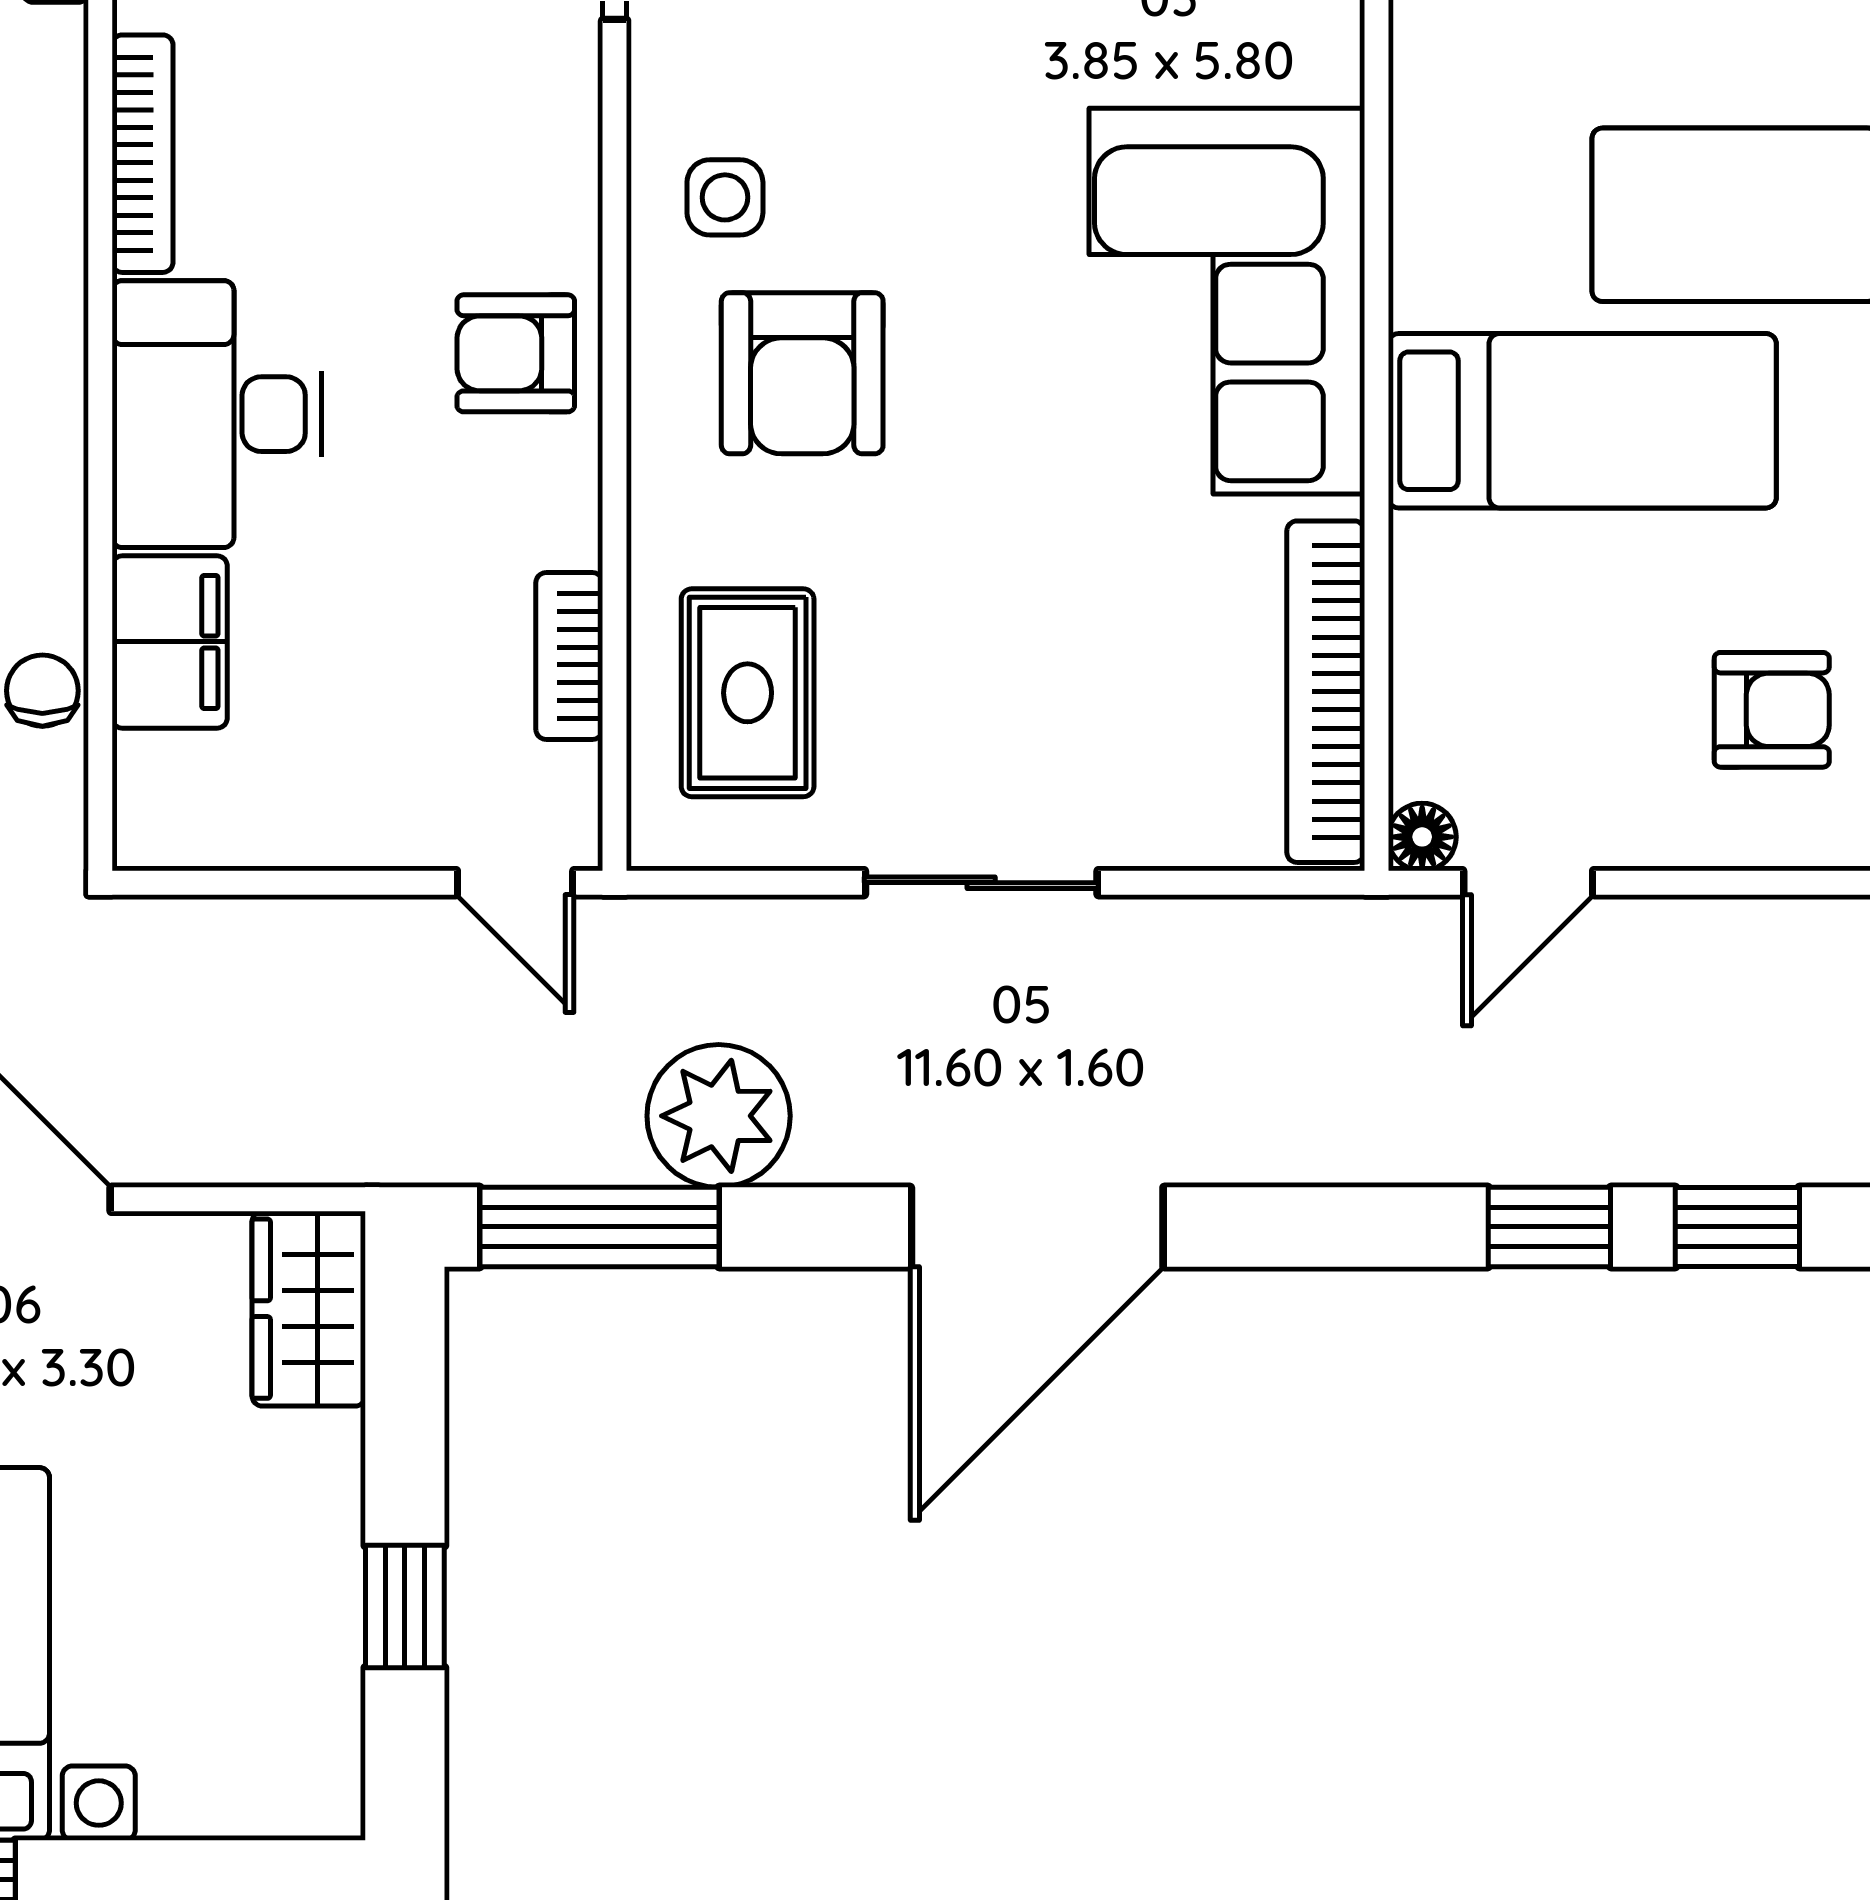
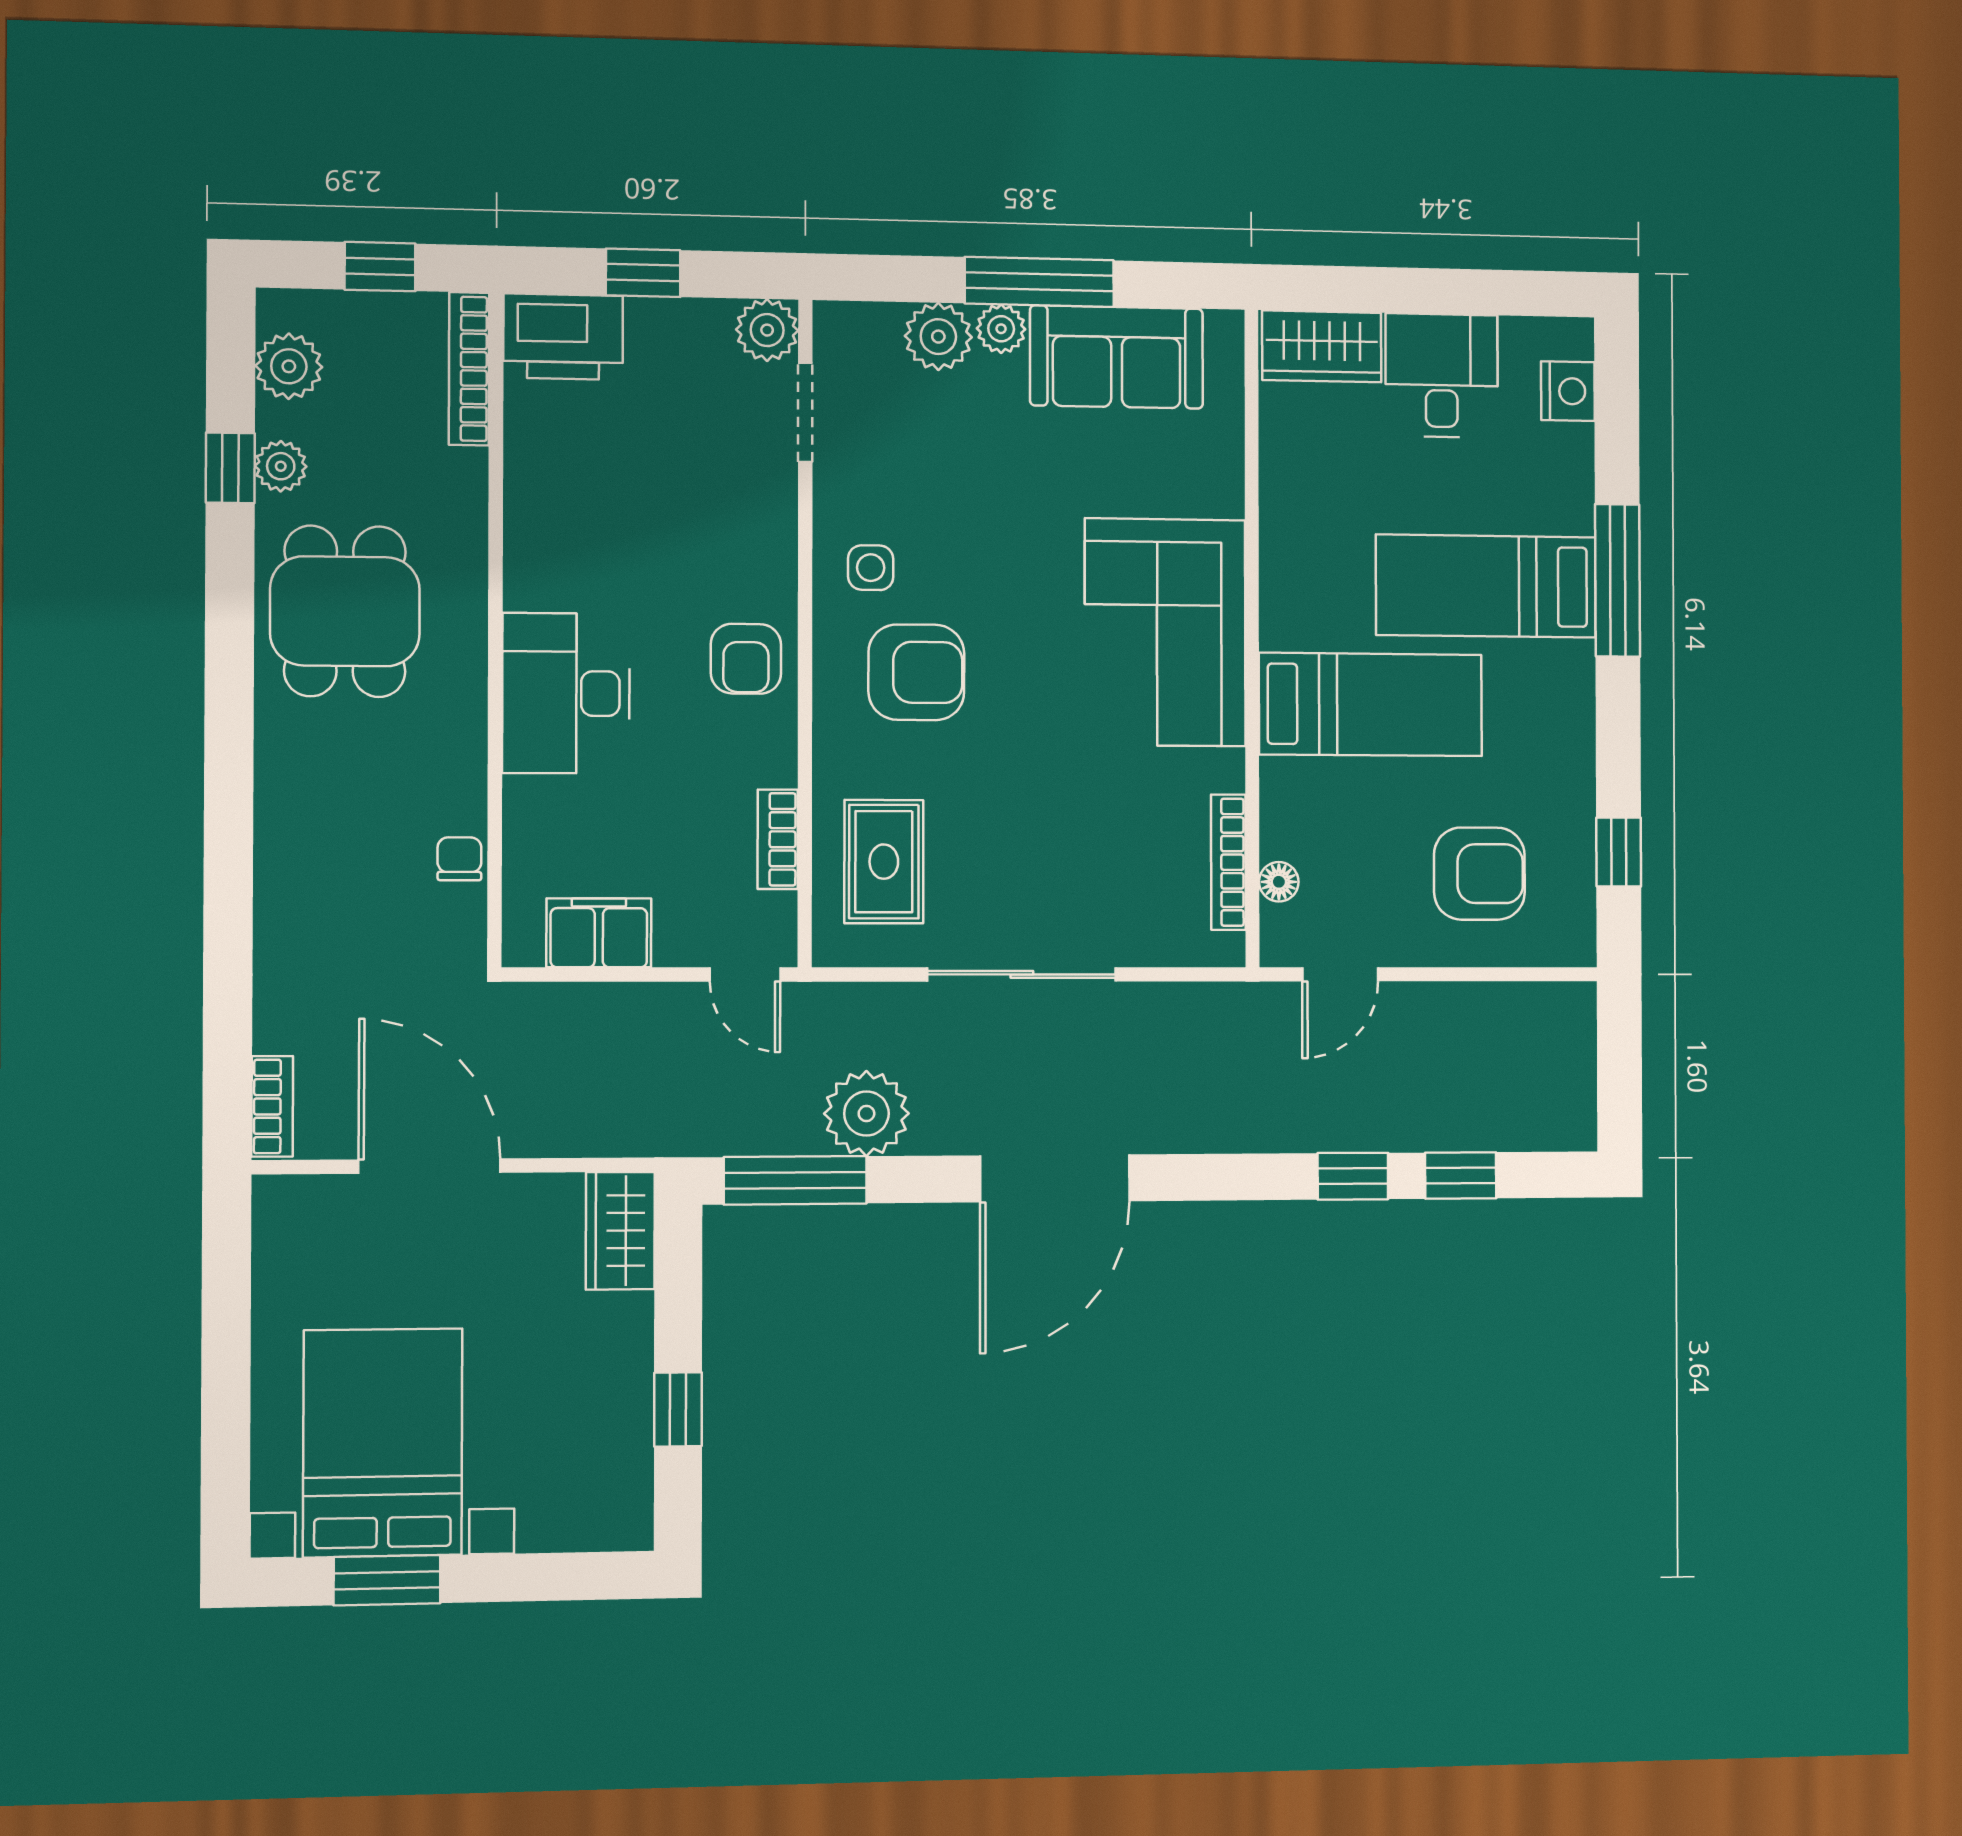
bookcase: (142, 154) -> (521, 537), removed
armchair: (516, 353) -> (746, 659), turned -90
armchair: (802, 373) -> (916, 672), turned -90
filing cabinet: (170, 642) -> (599, 933), moved, turned -90
bookcase: (1326, 692) -> (1228, 862), width x0.68, depth x0.76
armchair: (1772, 710) -> (1479, 874), width x1.38, depth x1.38
floor lamp: (1422, 837) -> (1279, 882), moved
sliding door: (981, 883) -> (1022, 974), width x1.37

